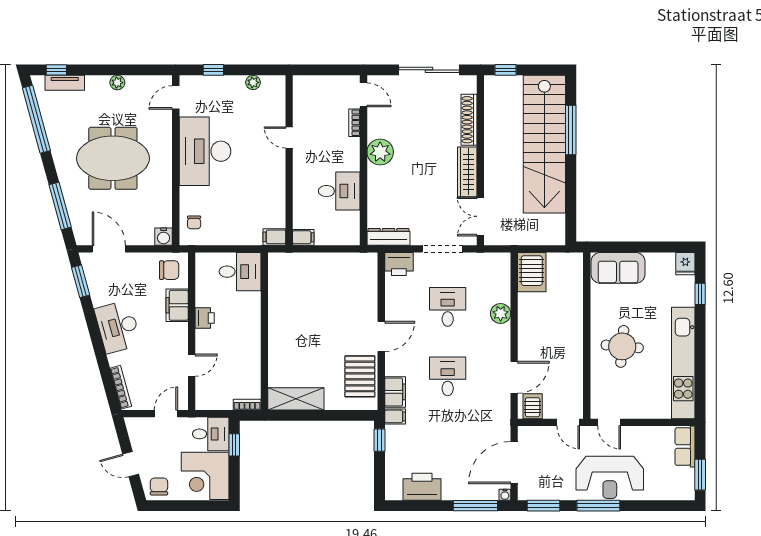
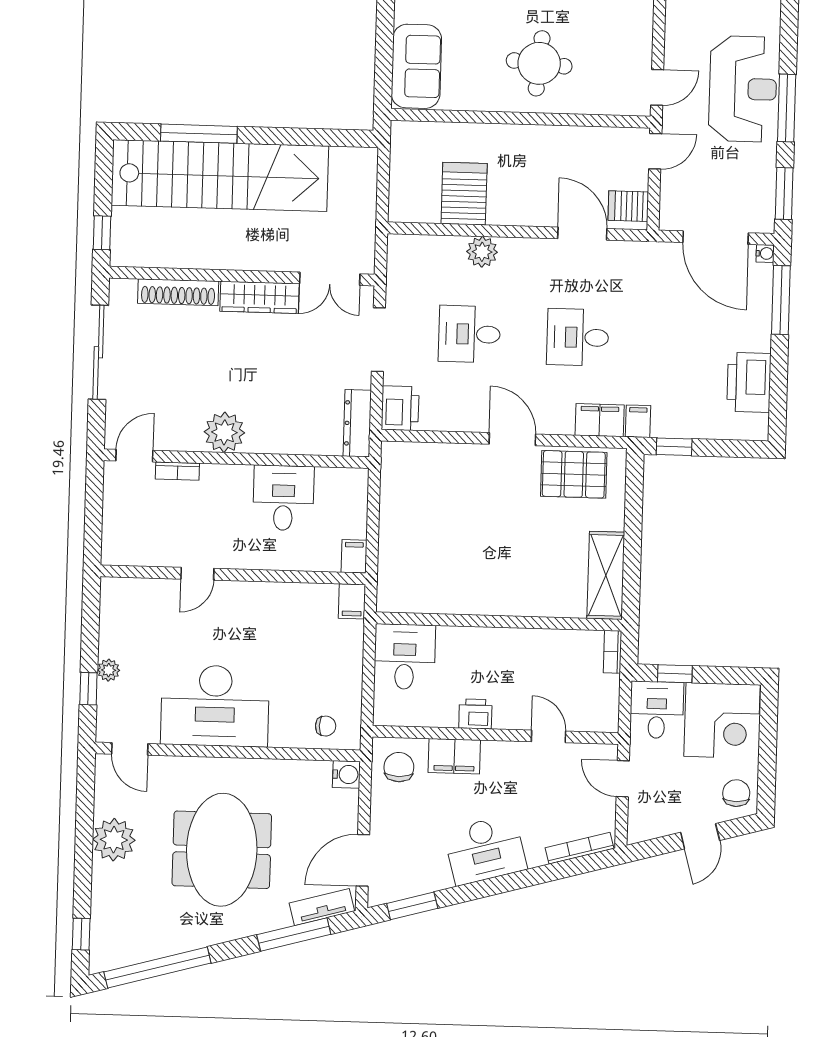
plant: (253, 82) -> (109, 670), moved
tv unit: (65, 83) -> (322, 907), moved, turned -105
plant: (117, 83) -> (114, 840), width x1.88, depth x1.88
server rack: (532, 272) -> (464, 194), moved, turned -90
chair: (159, 486) -> (736, 793), turned 90

